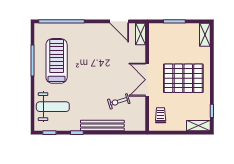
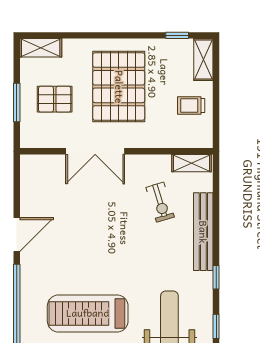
door: (119, 21) -> (17, 235), moved
shelving: (141, 34) -> (192, 163), moved
pallet: (176, 43) -> (55, 99), added
double door: (147, 80) -> (95, 151), moved
trolley: (161, 115) -> (191, 105), moved

